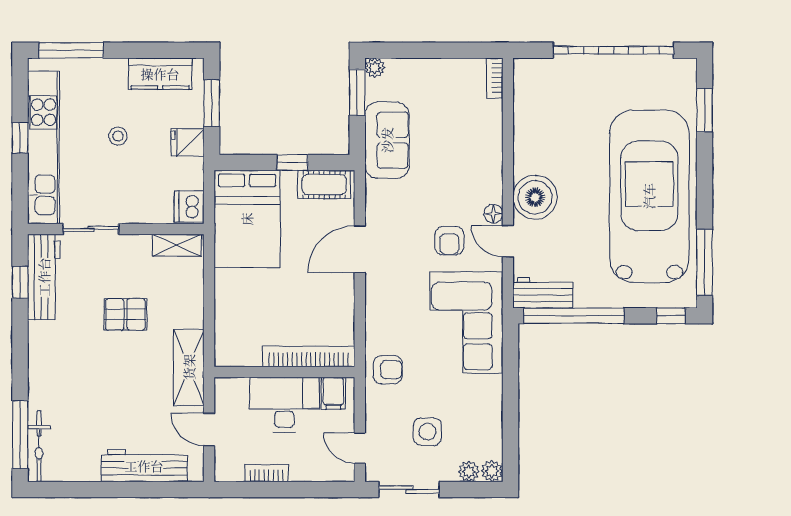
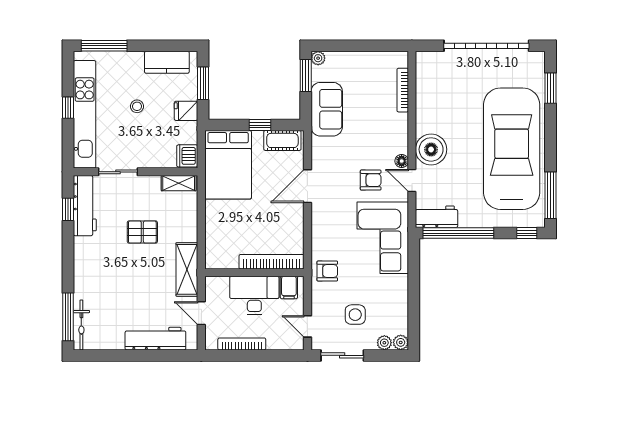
bookcase: (495, 78) -> (403, 90), moved, width x1.56
armchair: (449, 241) -> (371, 180), turned -90
bookcase: (267, 473) -> (242, 344), width x1.56

